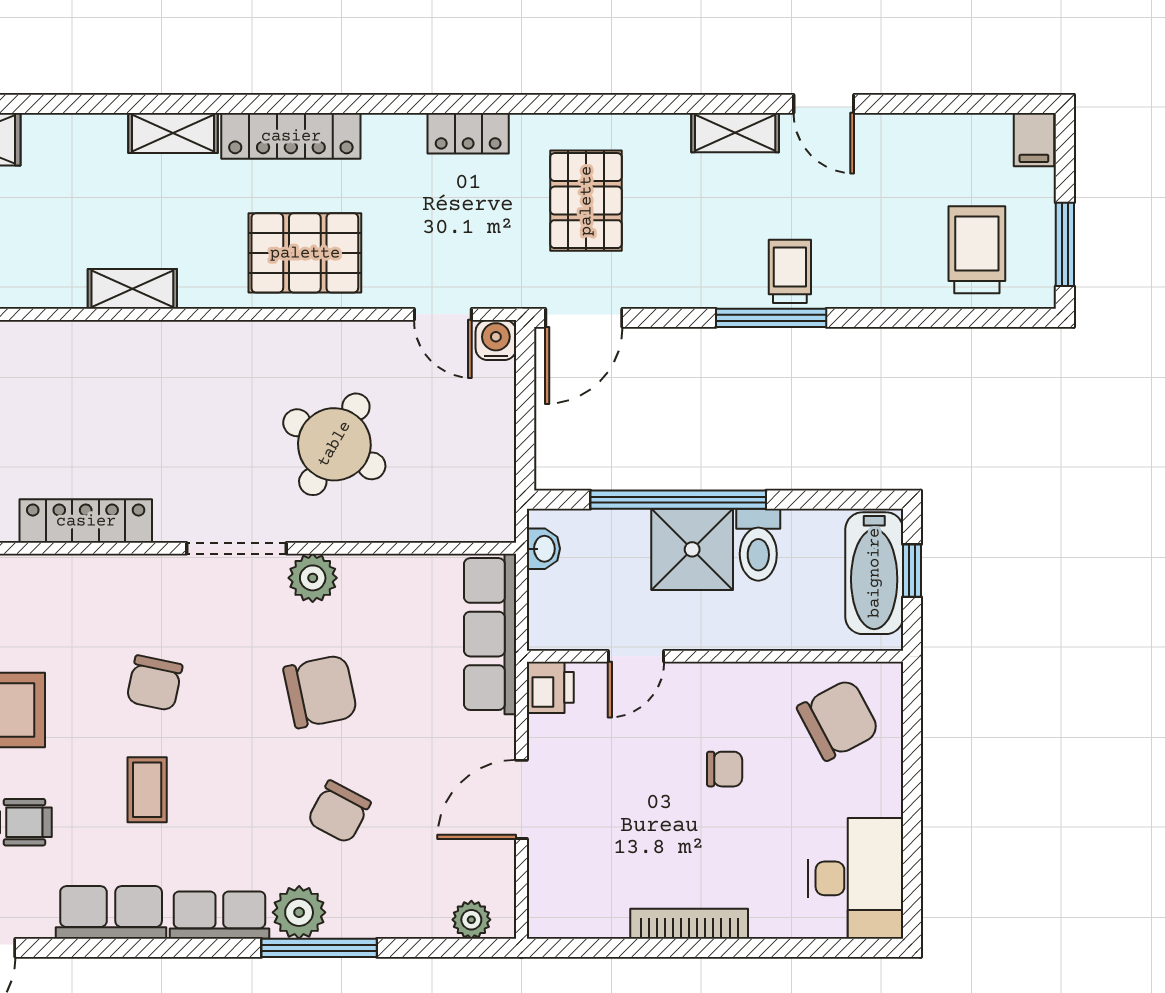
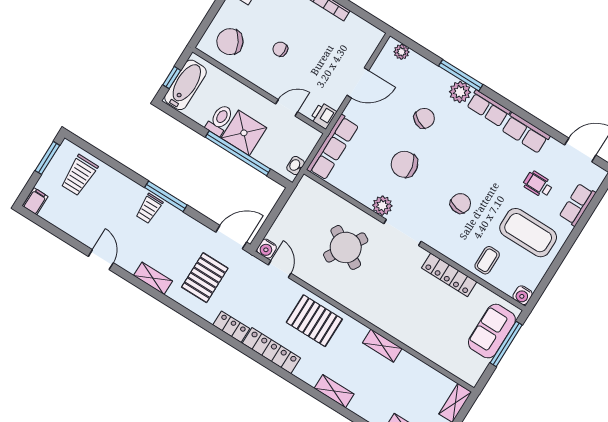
shelving: (735, 133) -> (153, 278), moved
locker: (291, 136) -> (271, 351), moved
coffee table: (147, 790) -> (487, 260), moved

